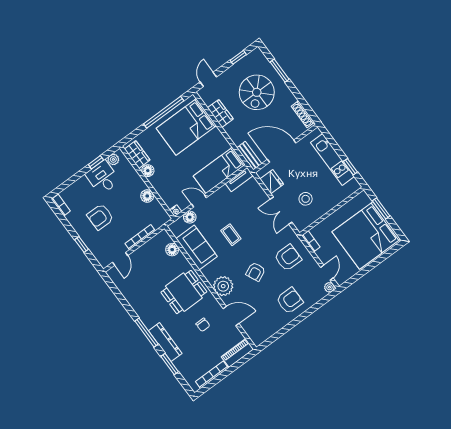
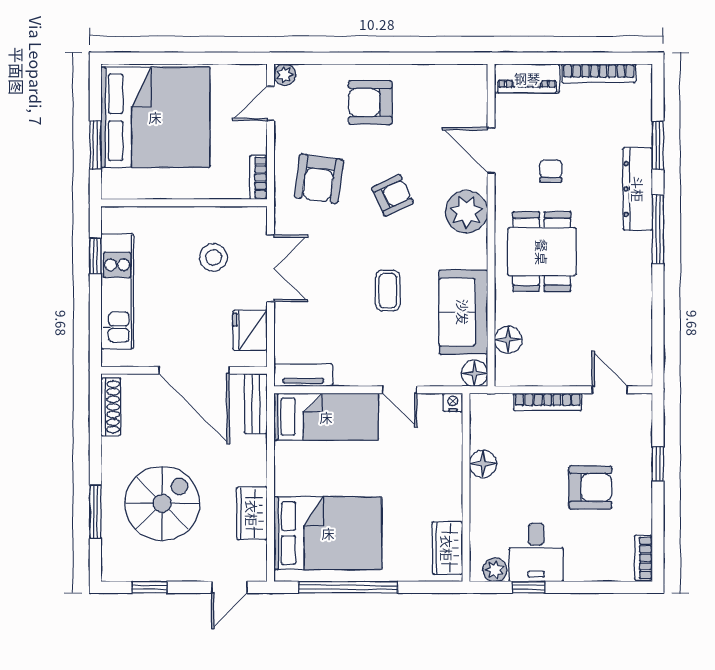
floor lamp: (148, 171) -> (450, 507), removed
floor lamp: (190, 217) -> (475, 373), moved
armchair: (288, 258) -> (319, 179), turned -82
door: (120, 259) -> (610, 390), hinge flipped
dining table: (184, 292) -> (542, 252), turned 90

